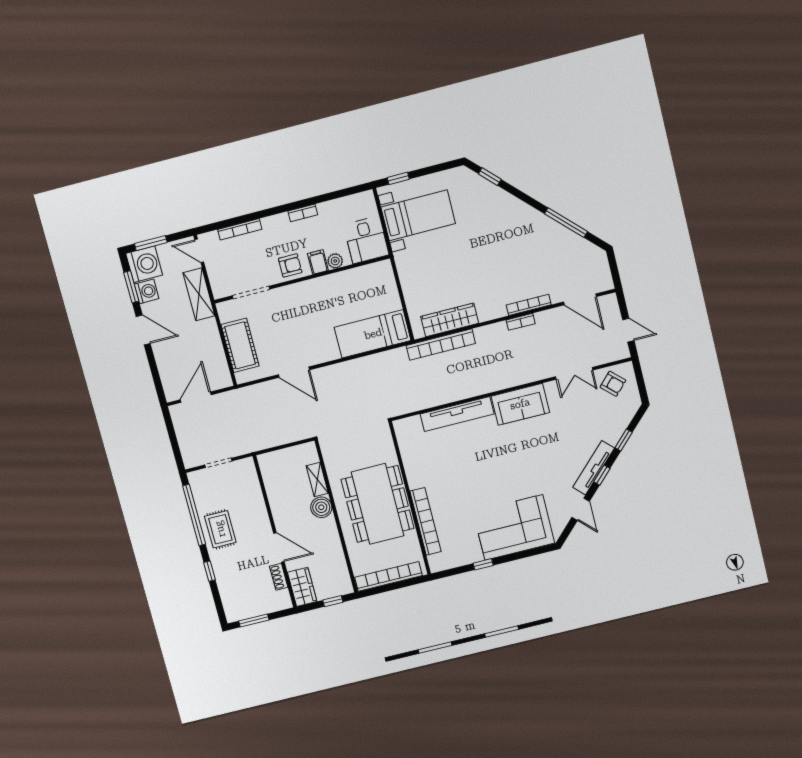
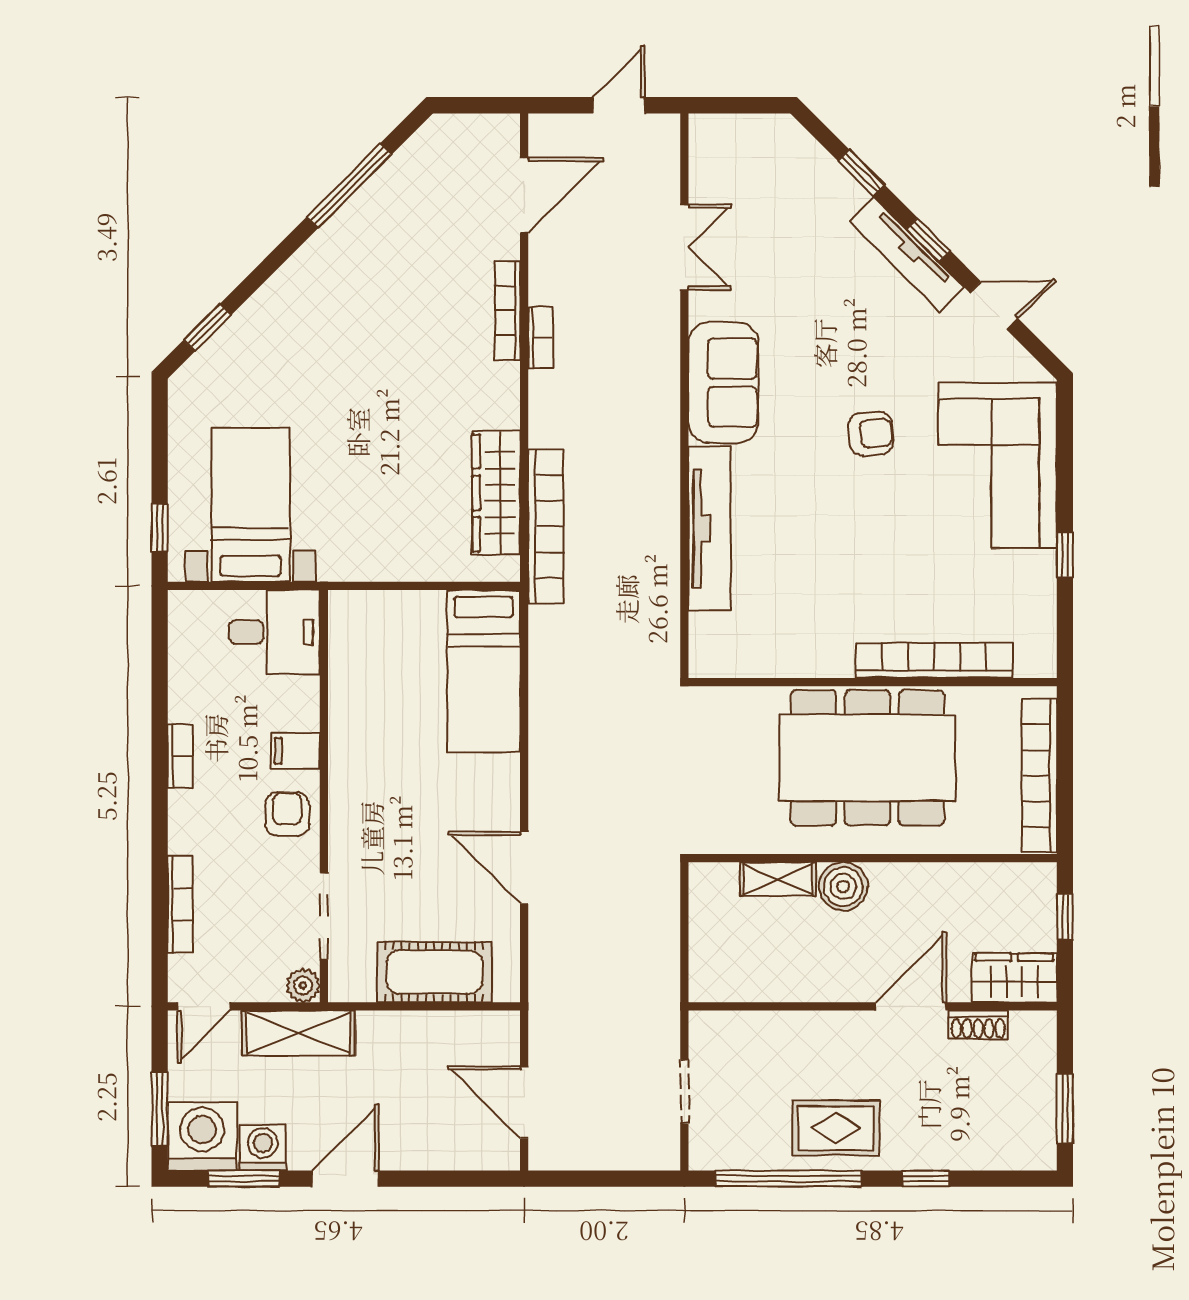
plant: (335, 261) -> (303, 985), moved
door: (294, 372) -> (524, 868), swing flipped
armchair: (613, 384) -> (871, 433), moved, turned 41

